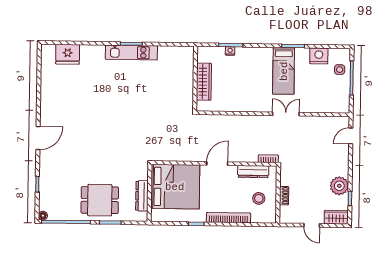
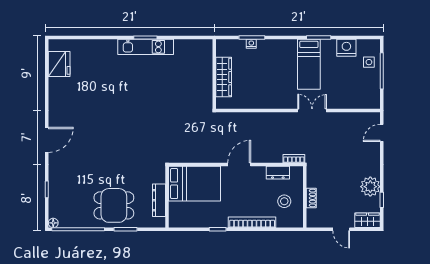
fridge: (68, 54) -> (59, 64), moved, turned -90
dresser: (253, 172) -> (278, 173), width x0.70
bed: (175, 187) -> (195, 184), width x0.73

